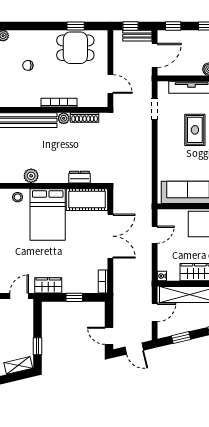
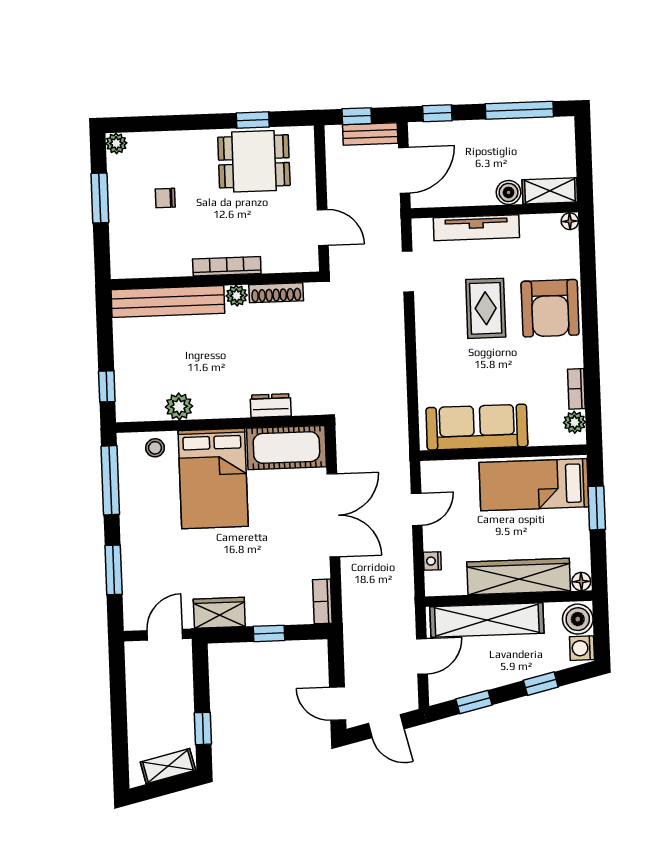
nightstand: (162, 276) -> (432, 561), moved

